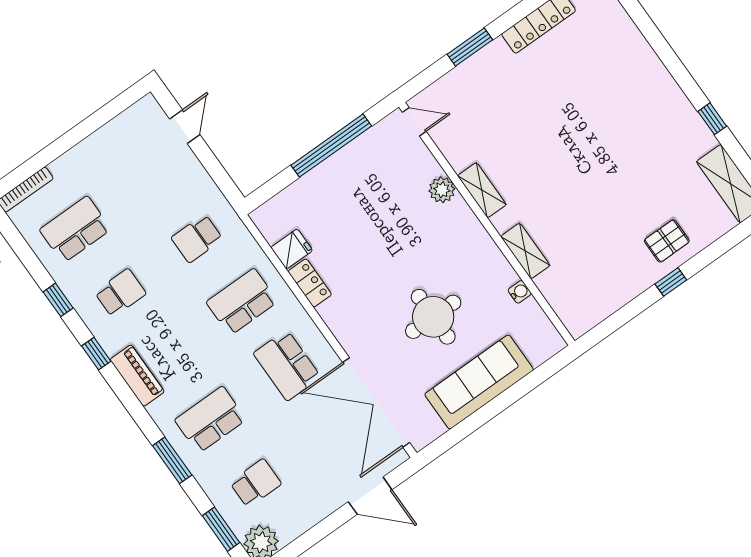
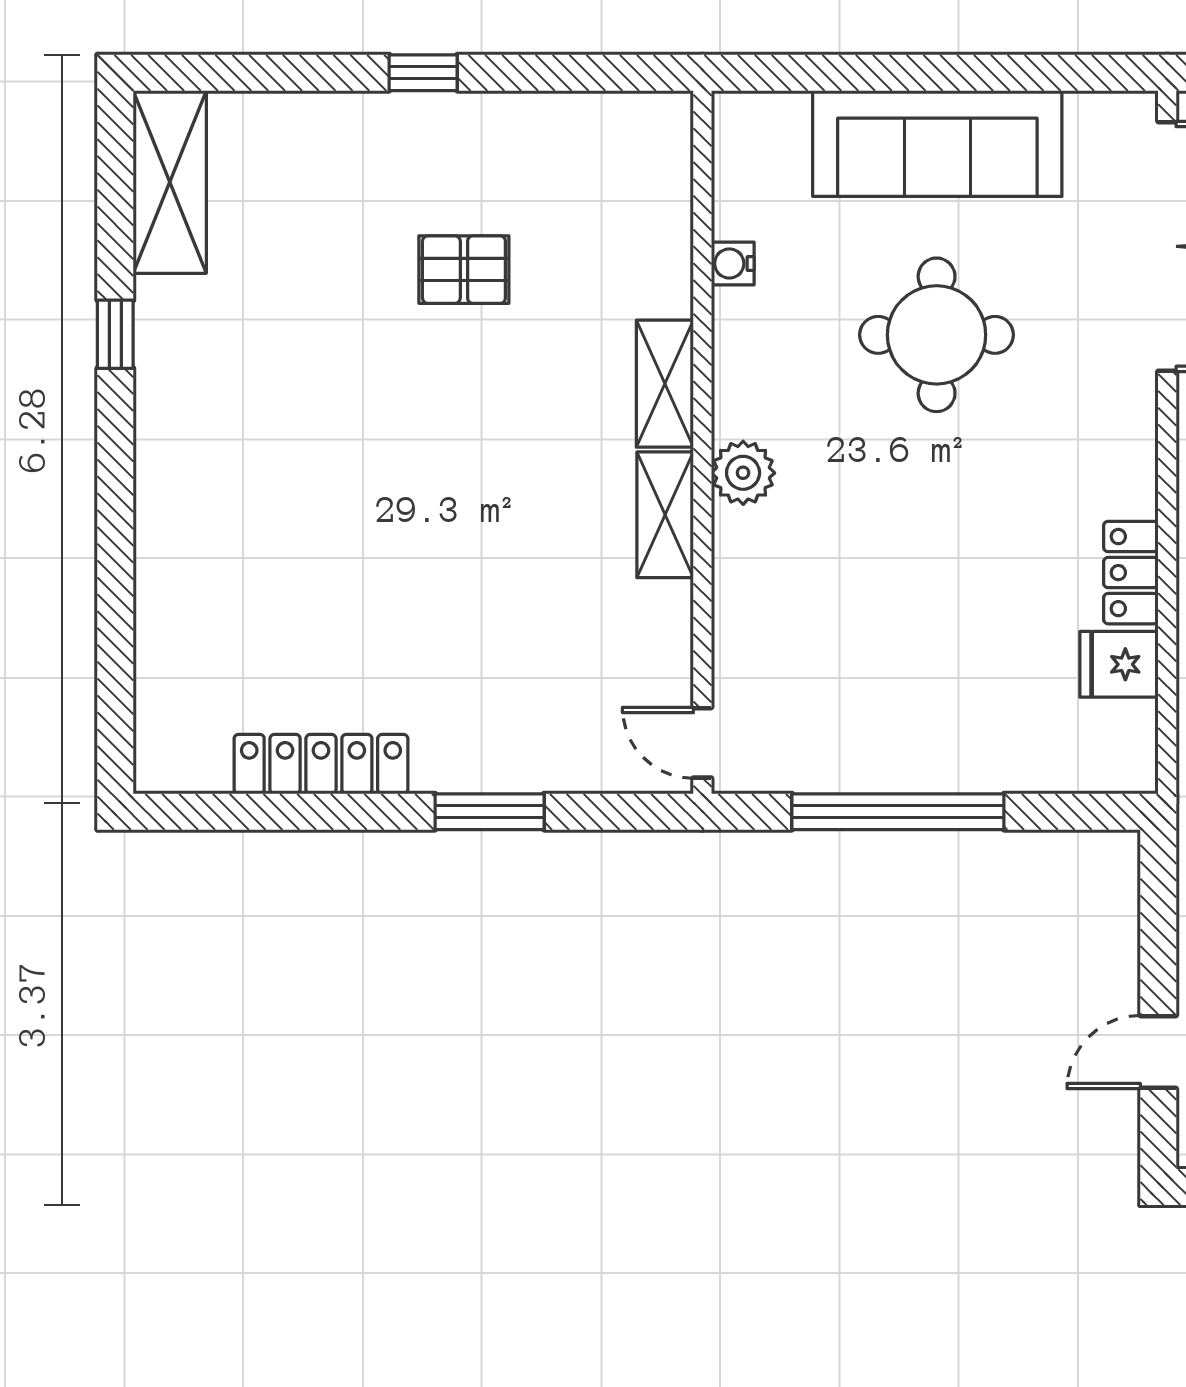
plant: (442, 190) -> (743, 473), moved
pallet: (667, 241) -> (464, 270), moved
shelving: (525, 251) -> (665, 384), moved

